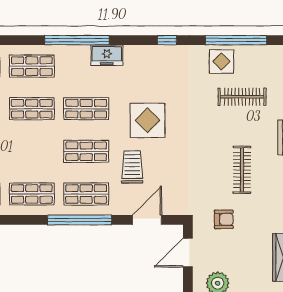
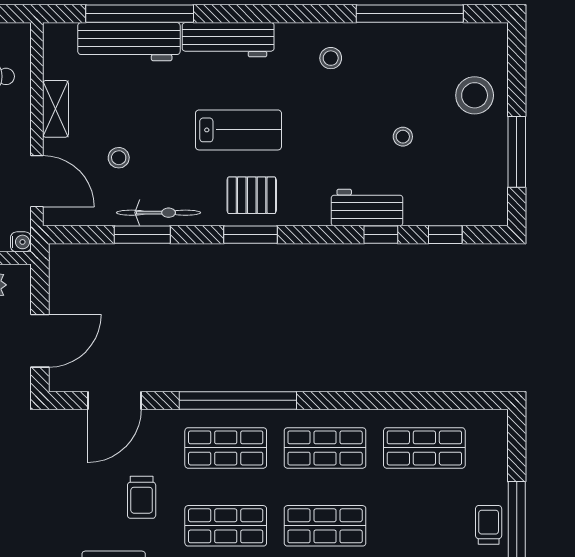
shop shelf: (32, 151) -> (325, 526), added
trolley: (132, 167) -> (142, 497), width x0.73, depth x0.72

